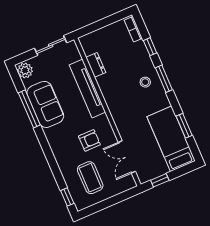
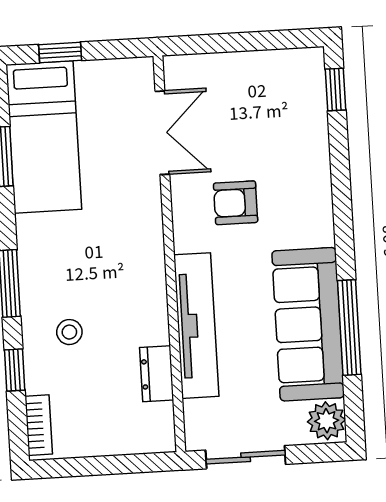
stool: (145, 82) -> (69, 332), moved
sofa: (45, 104) -> (308, 324), width x1.36
coffee table: (90, 178) -> (266, 115), removed
window: (160, 180) -> (60, 52), moved

